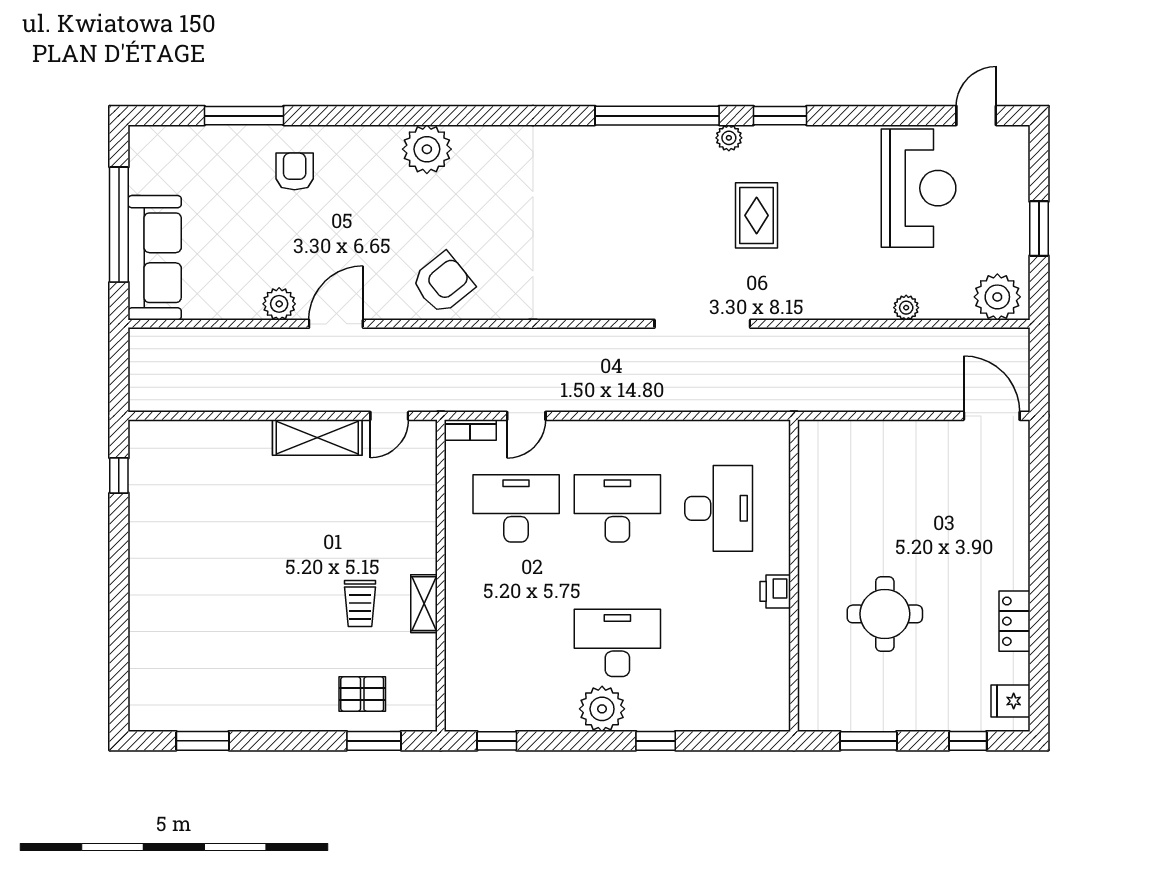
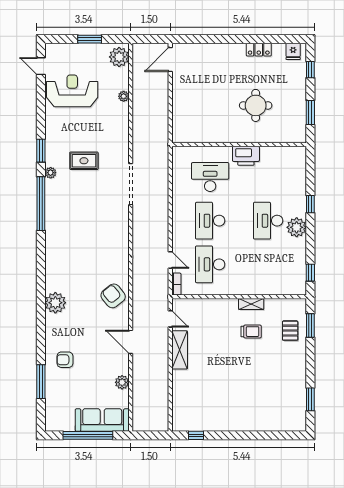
plant: (279, 304) -> (122, 382), moved
printer: (775, 591) -> (246, 156), width x1.87, depth x1.48

